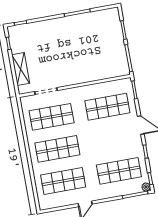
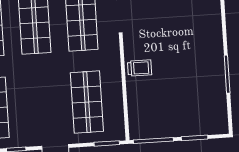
trolley: (80, 73) -> (140, 68), added

